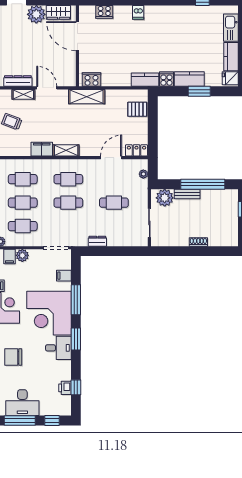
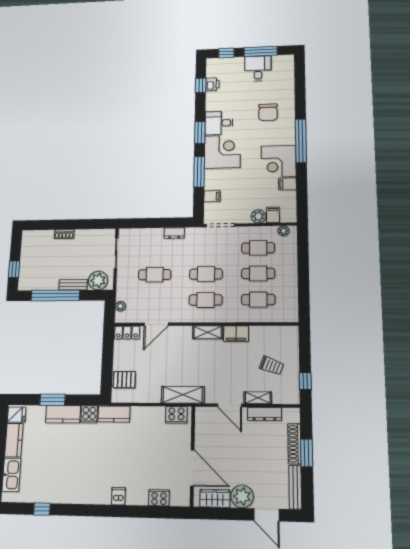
corner desk: (49, 313) -> (222, 152), width x0.74, depth x0.74
chair: (13, 357) -> (268, 112), turned 90
desk: (22, 403) -> (258, 68), width x0.73

